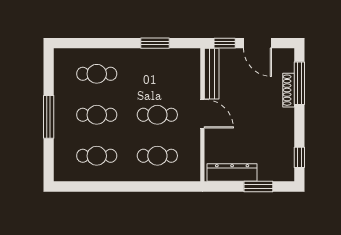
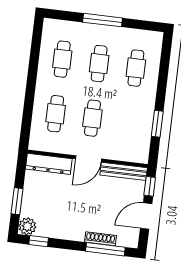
plant: (285, 172) -> (27, 226), added
dresser: (232, 173) -> (49, 164), moved, turned 90

